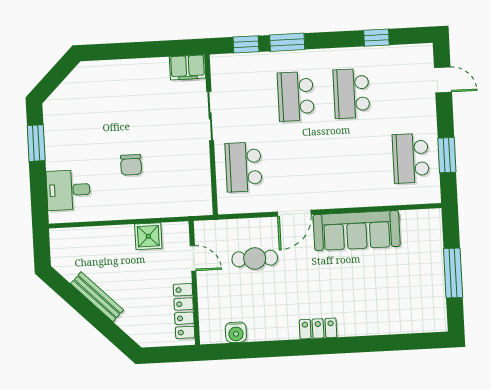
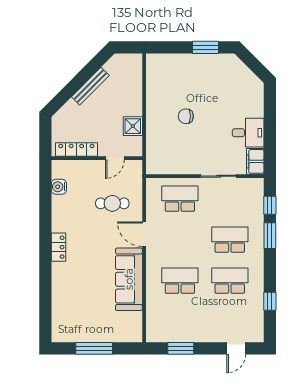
school desk: (411, 158) -> (180, 281), moved
desk: (68, 190) -> (248, 133), moved, turned 90
cafe table: (255, 258) -> (112, 203), turned 90

